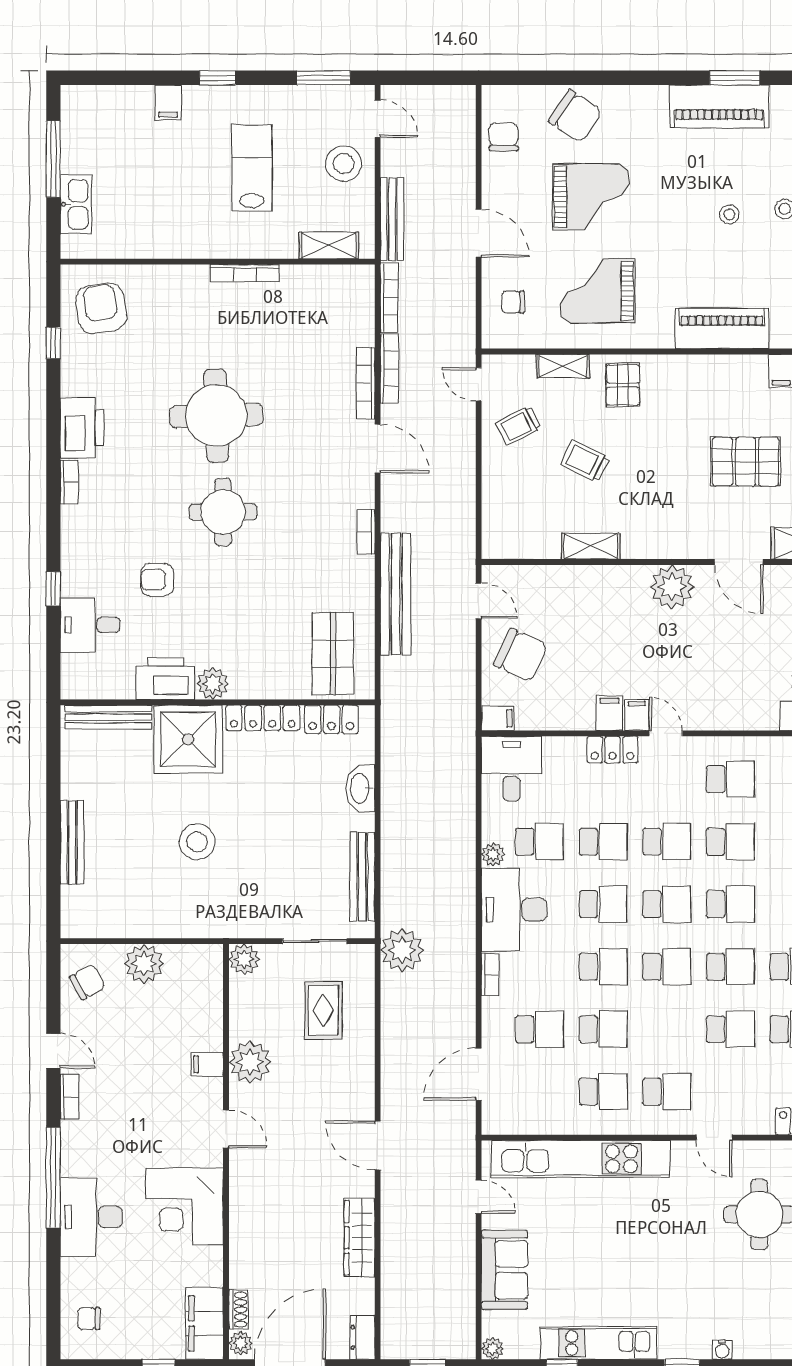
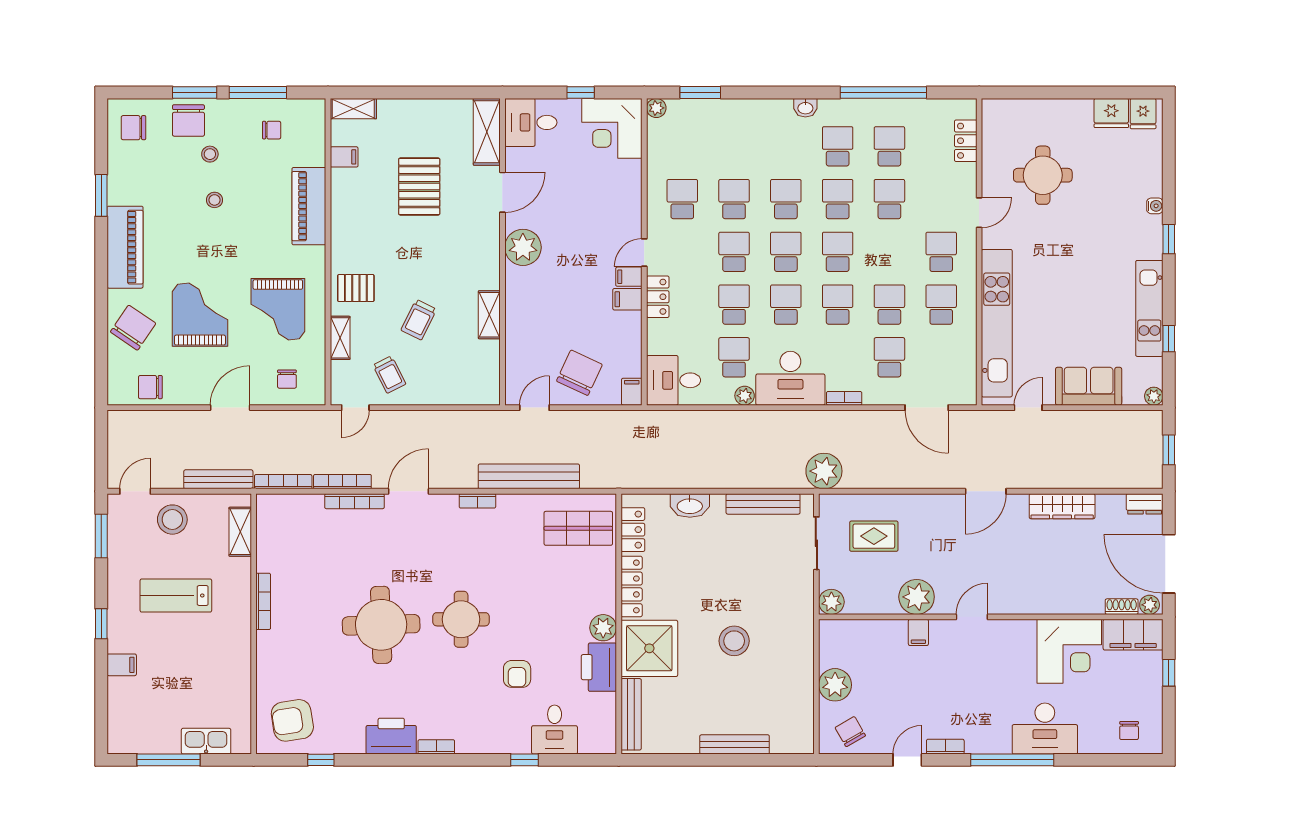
piano: (719, 106) -> (125, 247), moved
corner desk: (184, 1206) -> (1069, 651), moved

